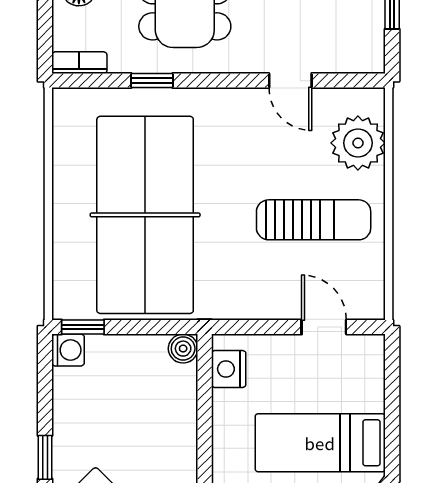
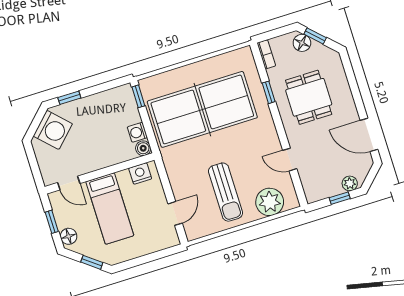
door: (290, 81) -> (290, 160), hinge flipped
washing machine: (68, 350) -> (137, 132), moved, turned 90
bed: (320, 443) -> (110, 209), moved, turned 180

